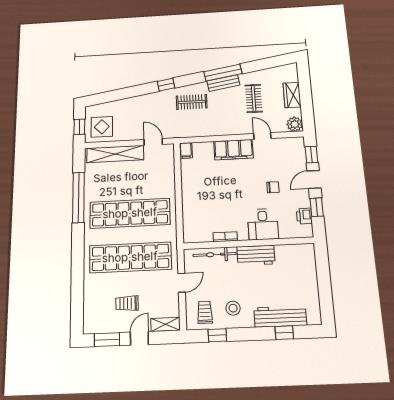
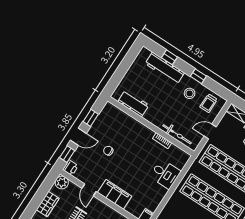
printer: (304, 216) -> (70, 168), moved
desk: (263, 224) -> (165, 174), moved, turned 90
workbench: (256, 255) -> (133, 103), moved
window: (217, 335) -> (198, 76), moved

